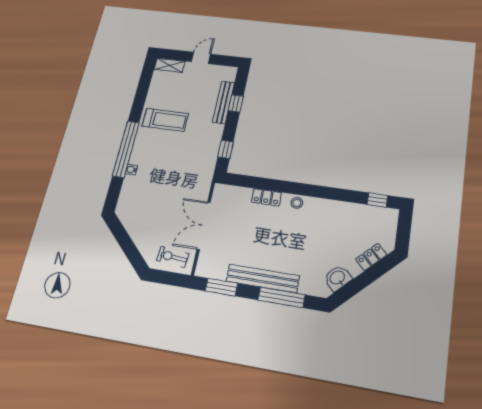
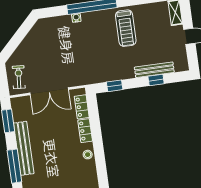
locker: (236, 193) -> (82, 107), added
double door: (204, 226) -> (49, 91), swing flipped

